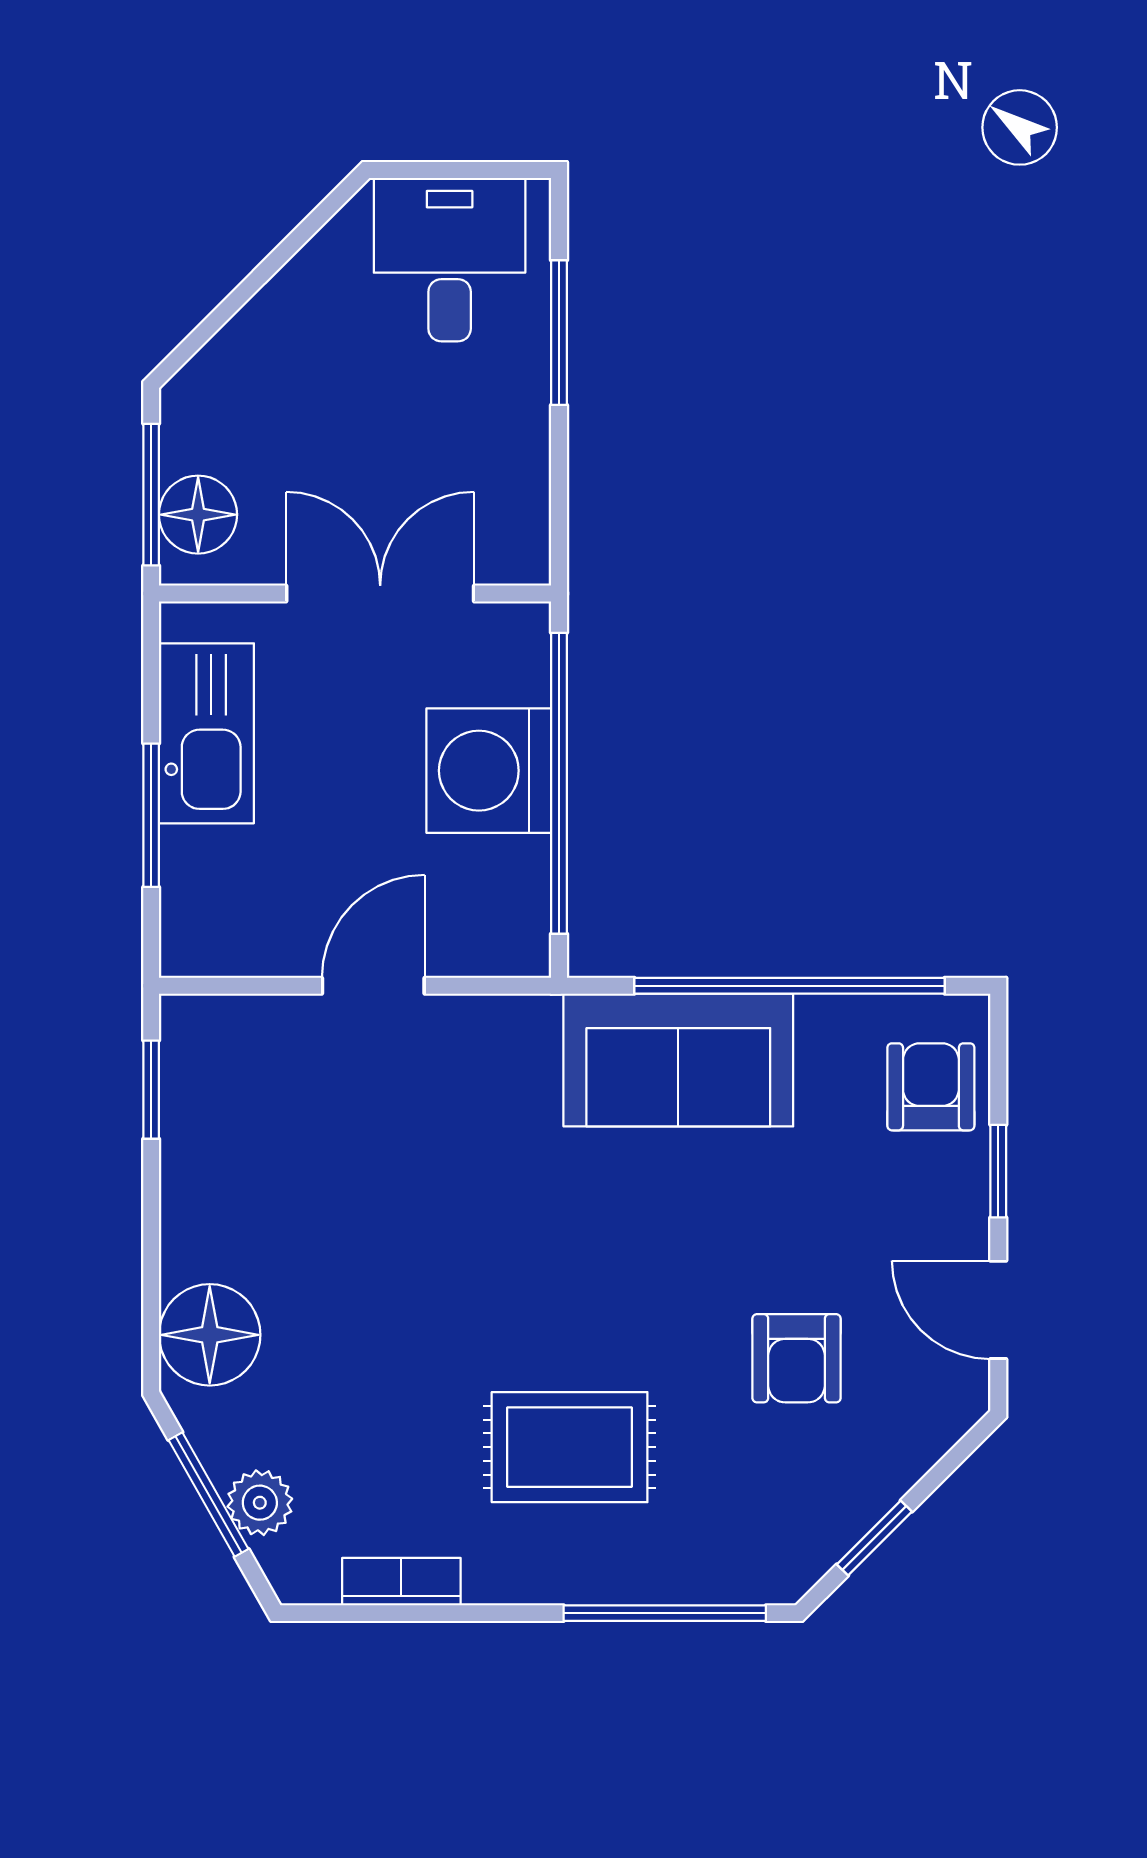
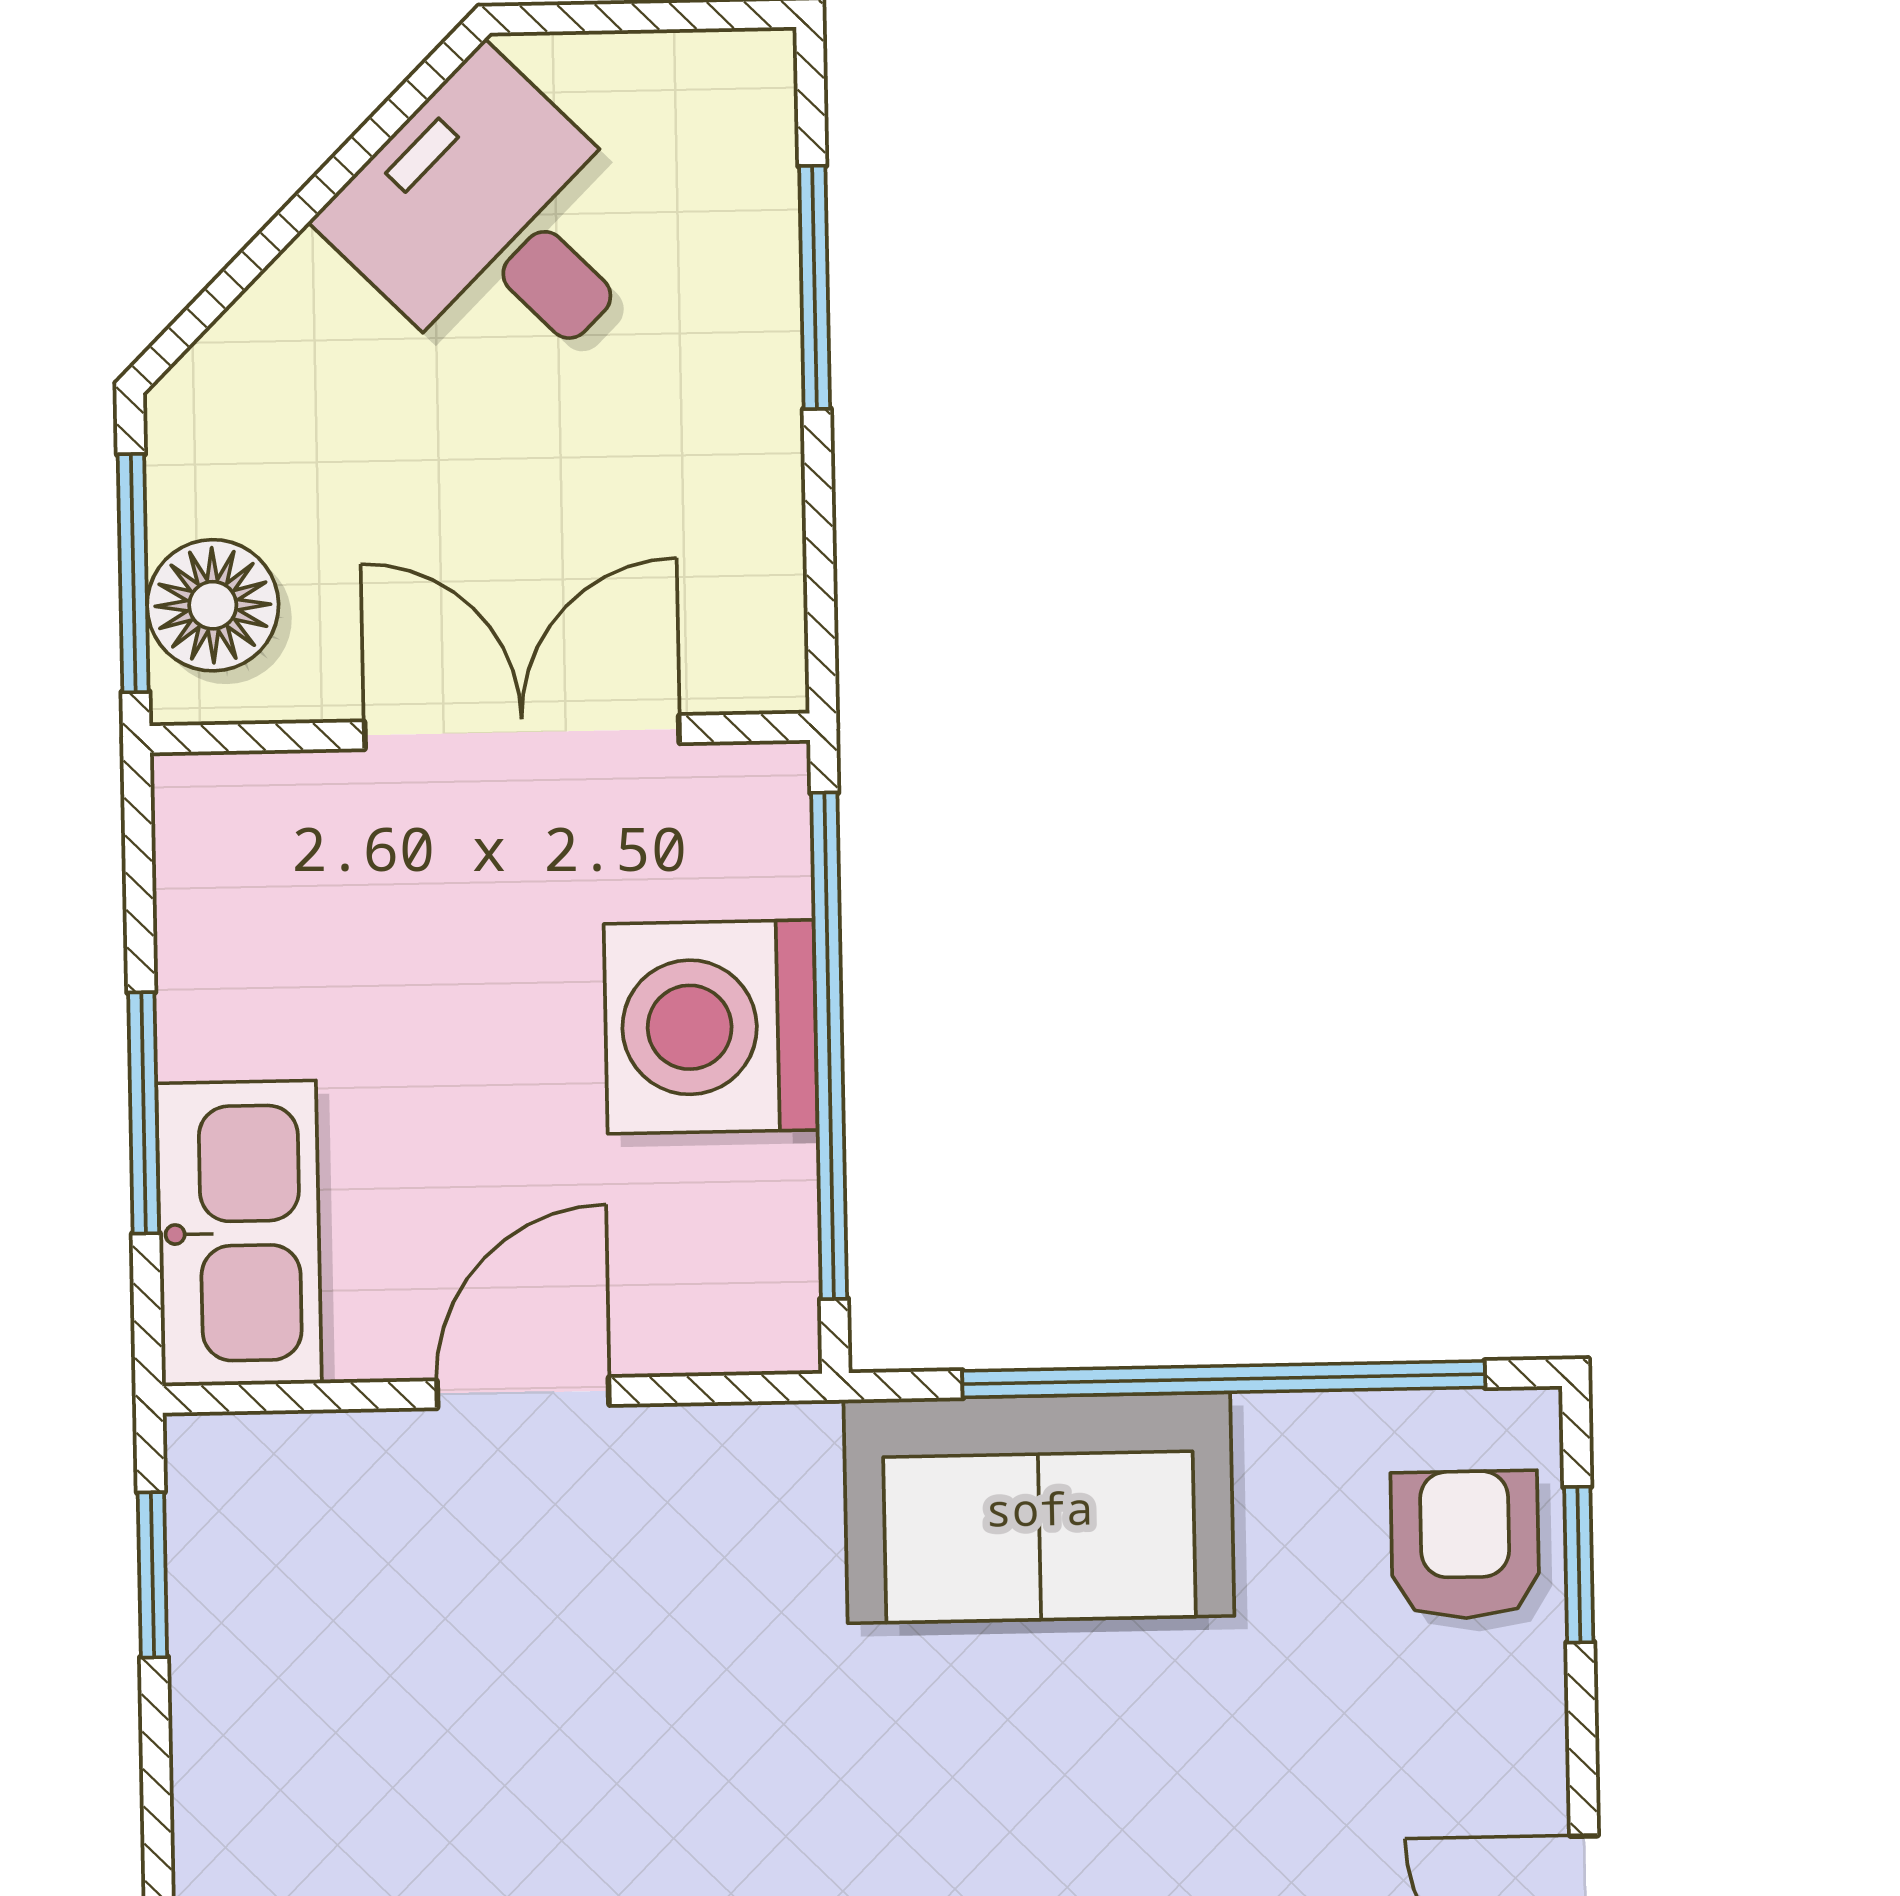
desk: (450, 260) -> (495, 226), moved, turned -45
kitchen sink: (206, 733) -> (239, 1233), moved
window: (998, 1171) -> (1579, 1565), moved

